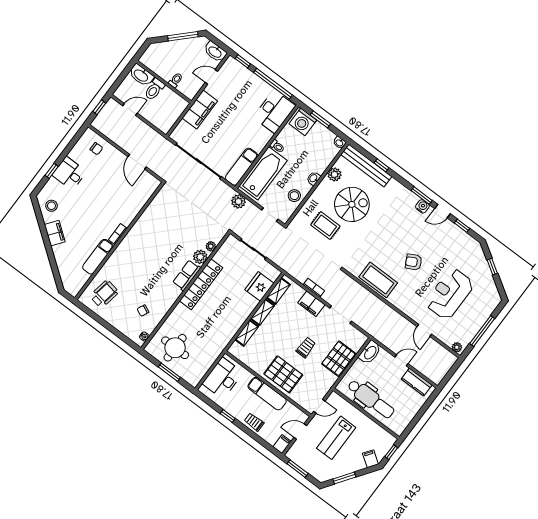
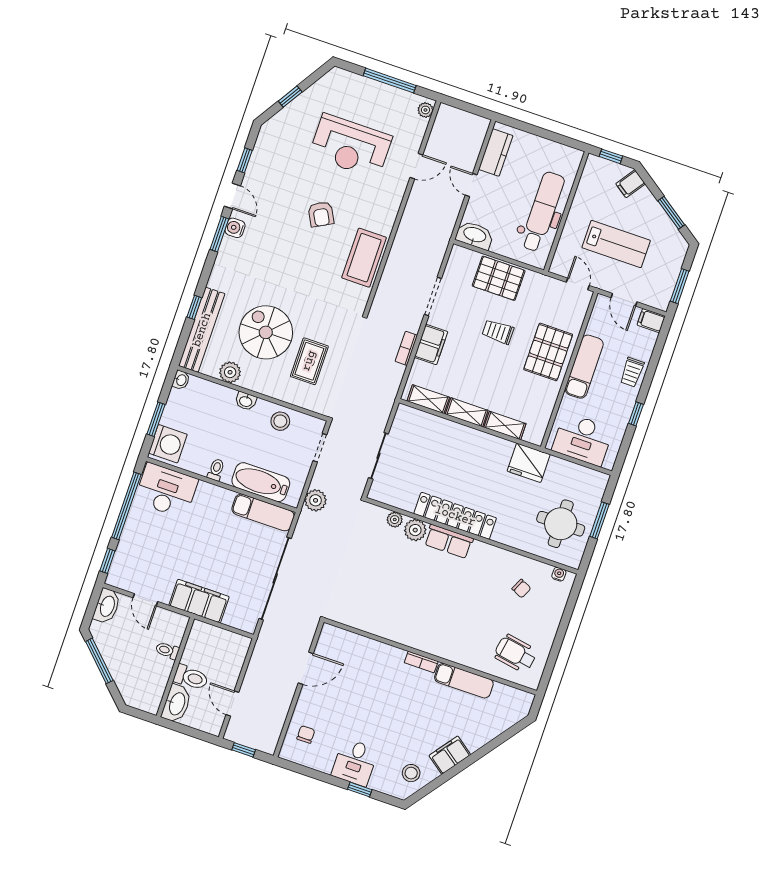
bathtub: (263, 173) -> (261, 482), width x0.73, depth x0.73
fridge: (259, 286) -> (529, 463), moved

